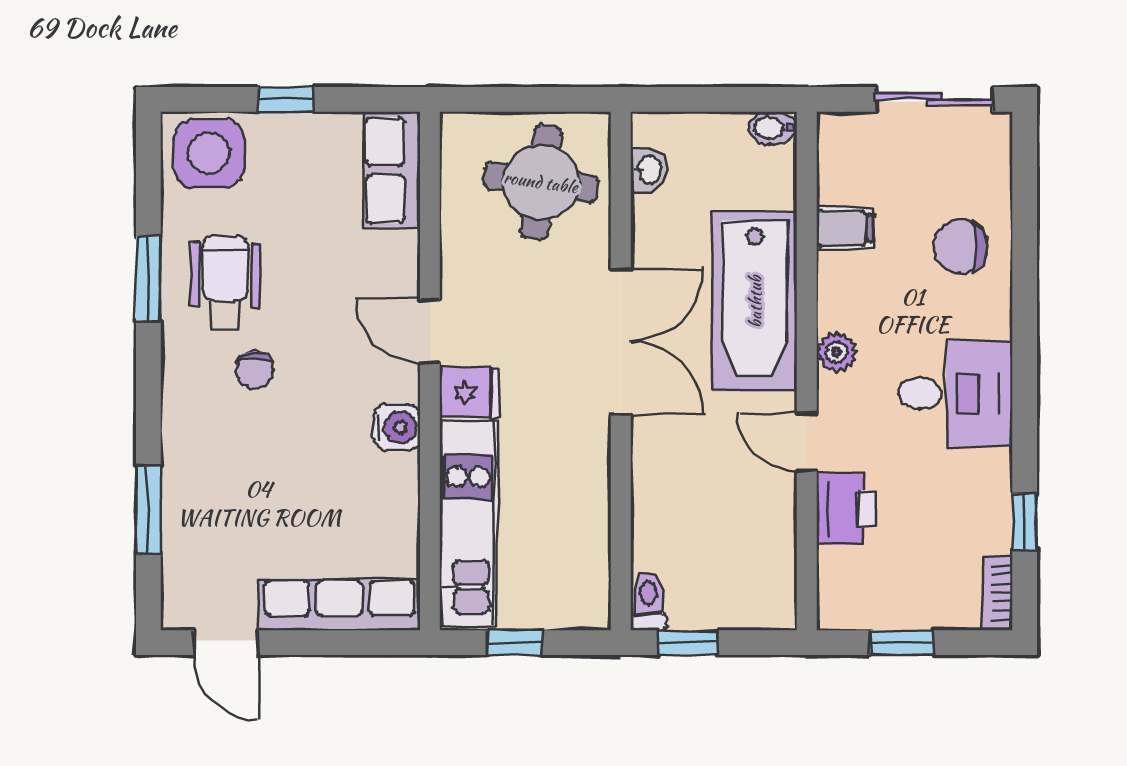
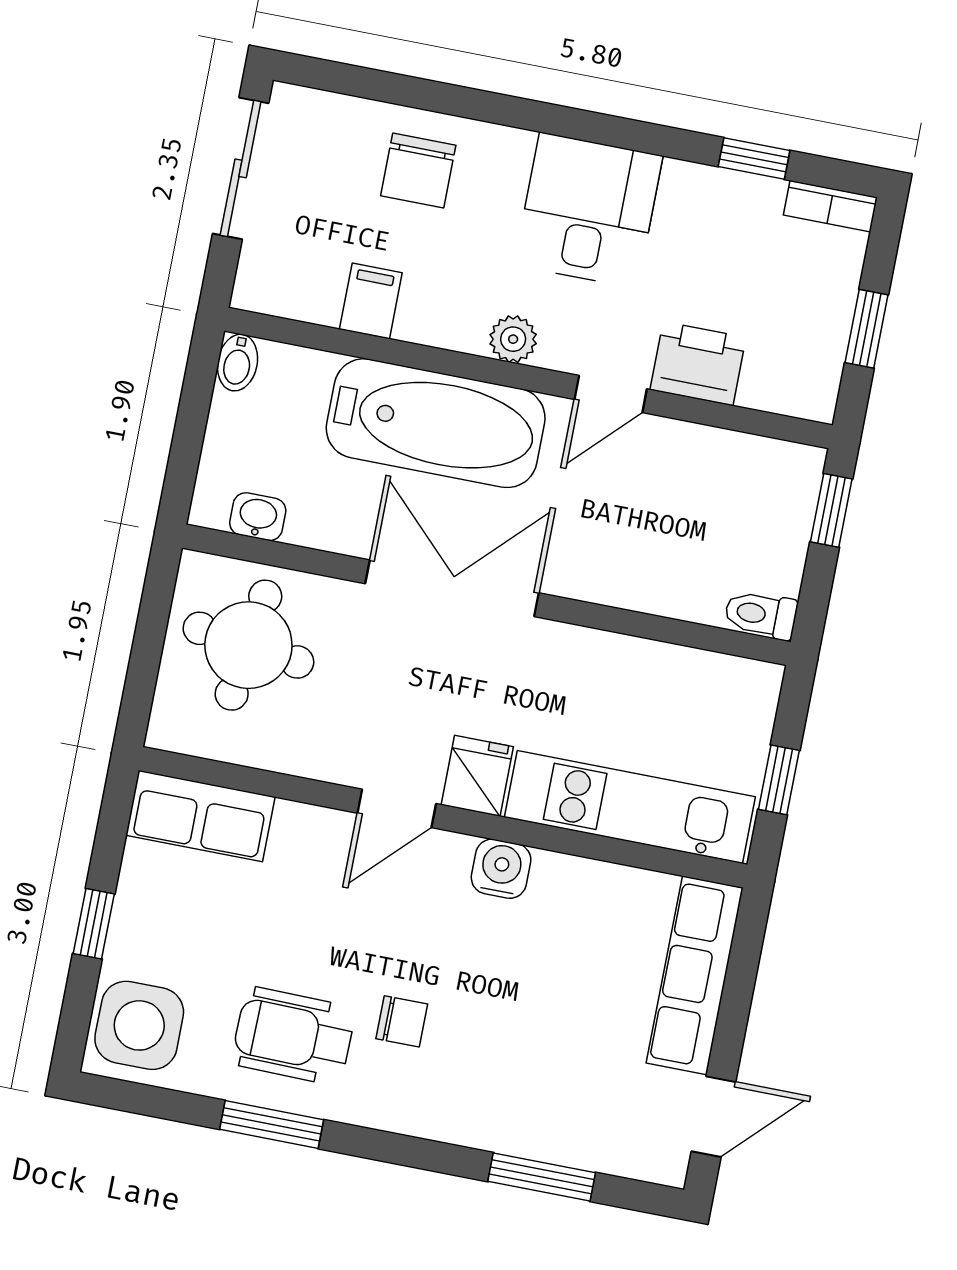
window: (688, 643) -> (831, 510), moved

